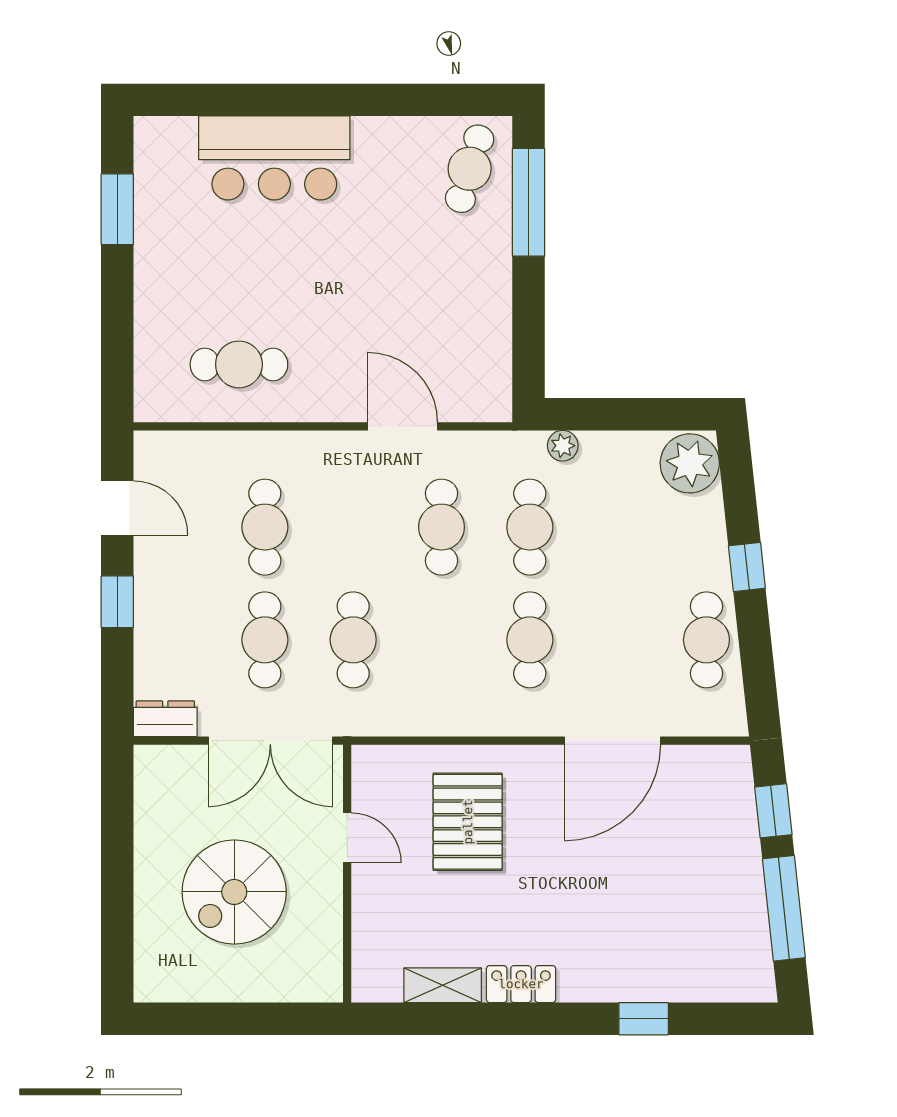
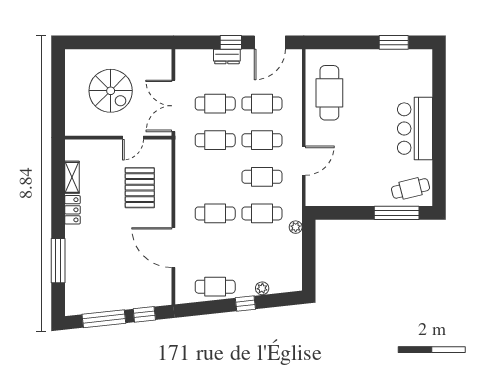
bar counter: (274, 158) -> (415, 129), moved
cafe table: (470, 169) -> (411, 188), turned -31
cafe table: (239, 364) -> (329, 93), width x1.37, depth x1.35
plant: (690, 463) -> (262, 288), moved, width x0.53, depth x0.53
door: (117, 508) -> (270, 42), width x1.38
cafe table: (353, 527) -> (262, 140), added
dresser: (165, 719) -> (227, 56), moved, turned 90
pallet: (468, 822) -> (140, 188), turned 90
spiral stairs: (234, 892) -> (111, 91), turned 180
window: (644, 1019) -> (58, 261), width x2.17

